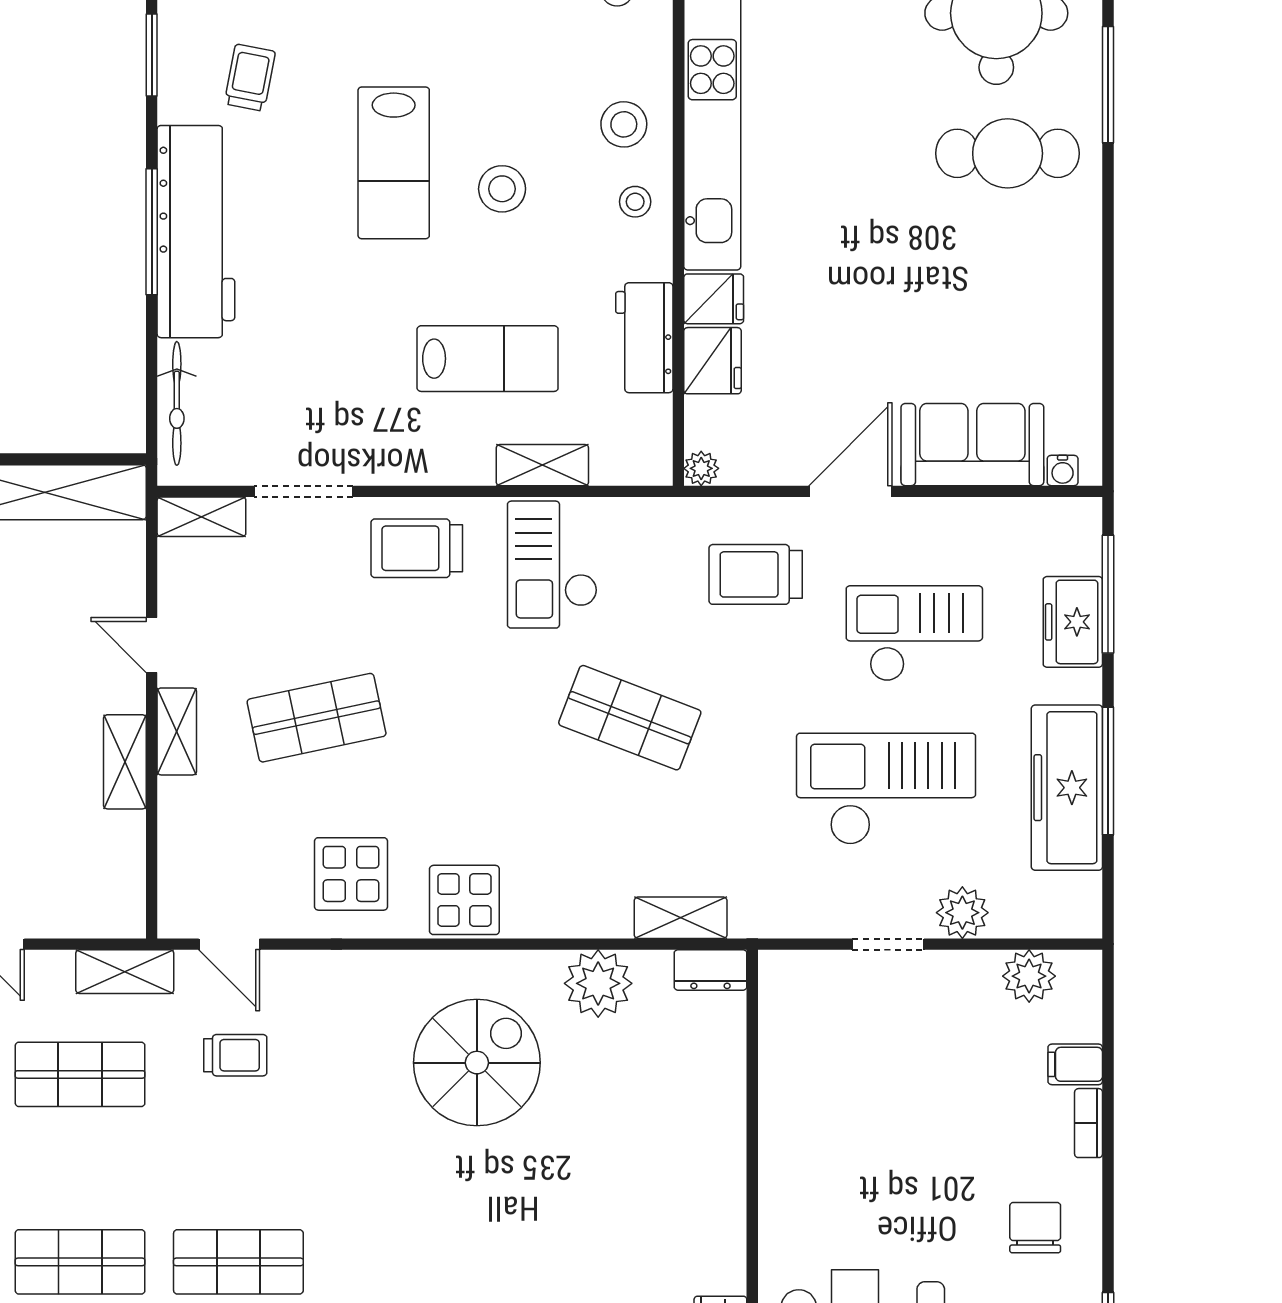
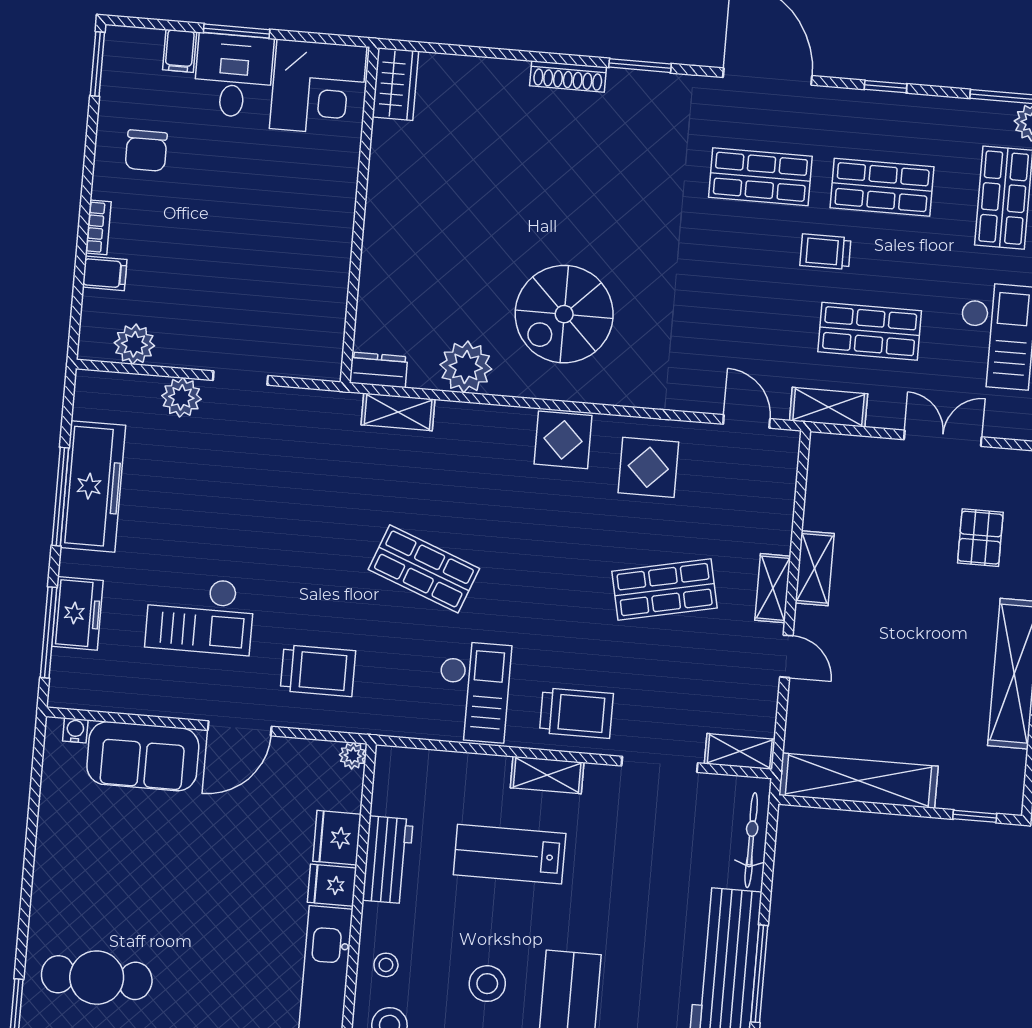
shelving: (542, 465) -> (547, 775), moved
checkout: (886, 789) -> (232, 497), removed
trolley: (235, 1055) -> (825, 252), moved

